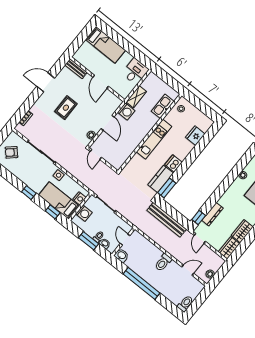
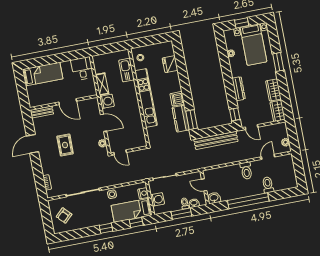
kitchen unit: (154, 139) -> (146, 98), width x1.36
dresser: (212, 214) -> (239, 89), moved
toilet: (185, 304) -> (268, 185), moved

